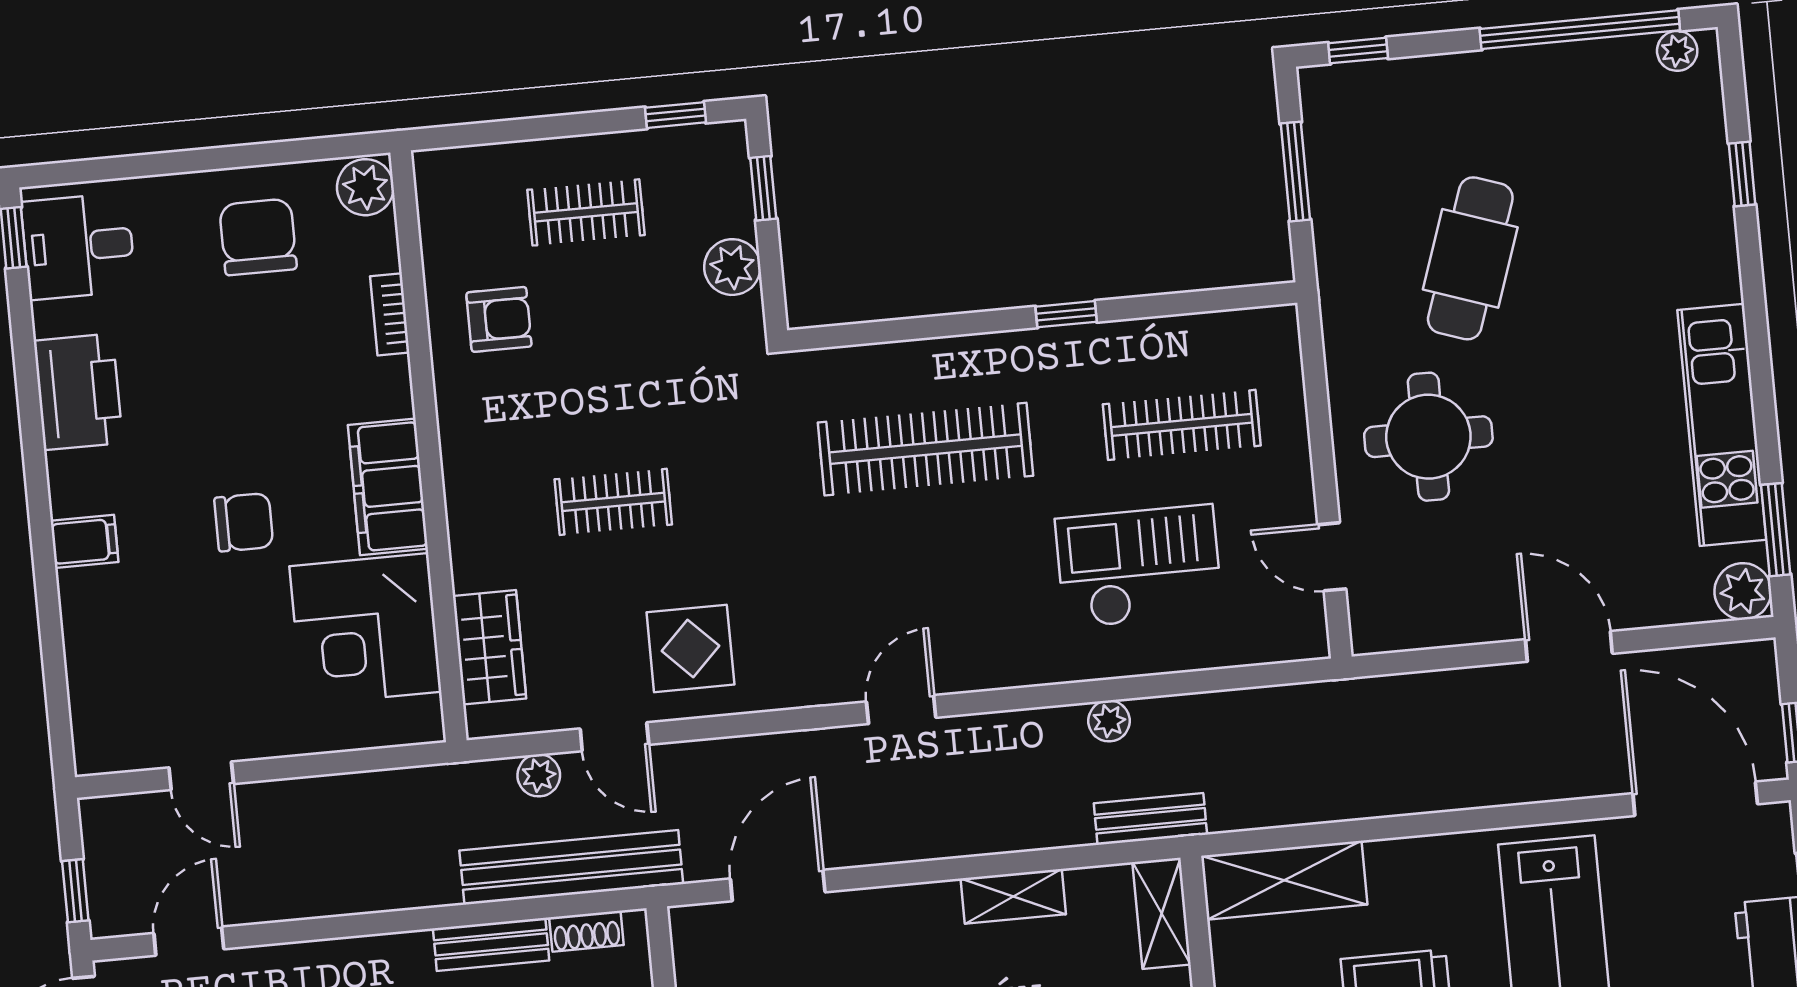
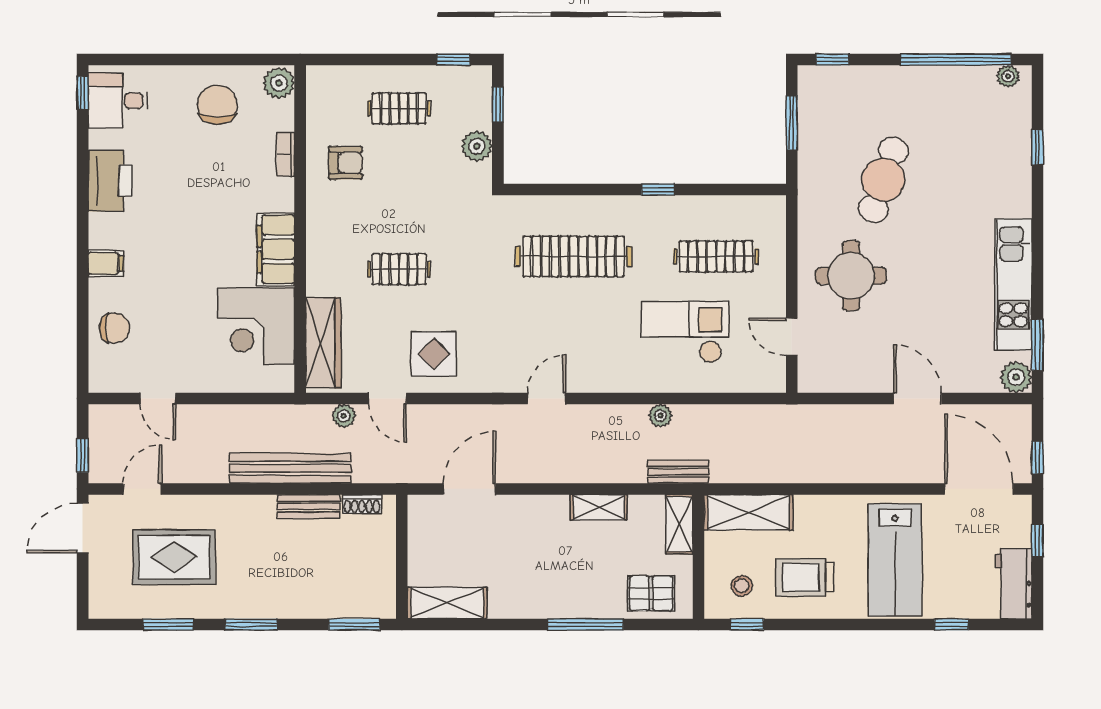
chair: (244, 522) -> (114, 328), moved
wardrobe: (489, 647) -> (323, 343), width x1.50
bench: (571, 867) -> (290, 468), moved

